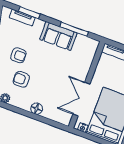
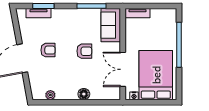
sofa: (58, 36) -> (111, 25), moved, turned 90
armchair: (21, 79) -> (84, 51), moved, turned 180

